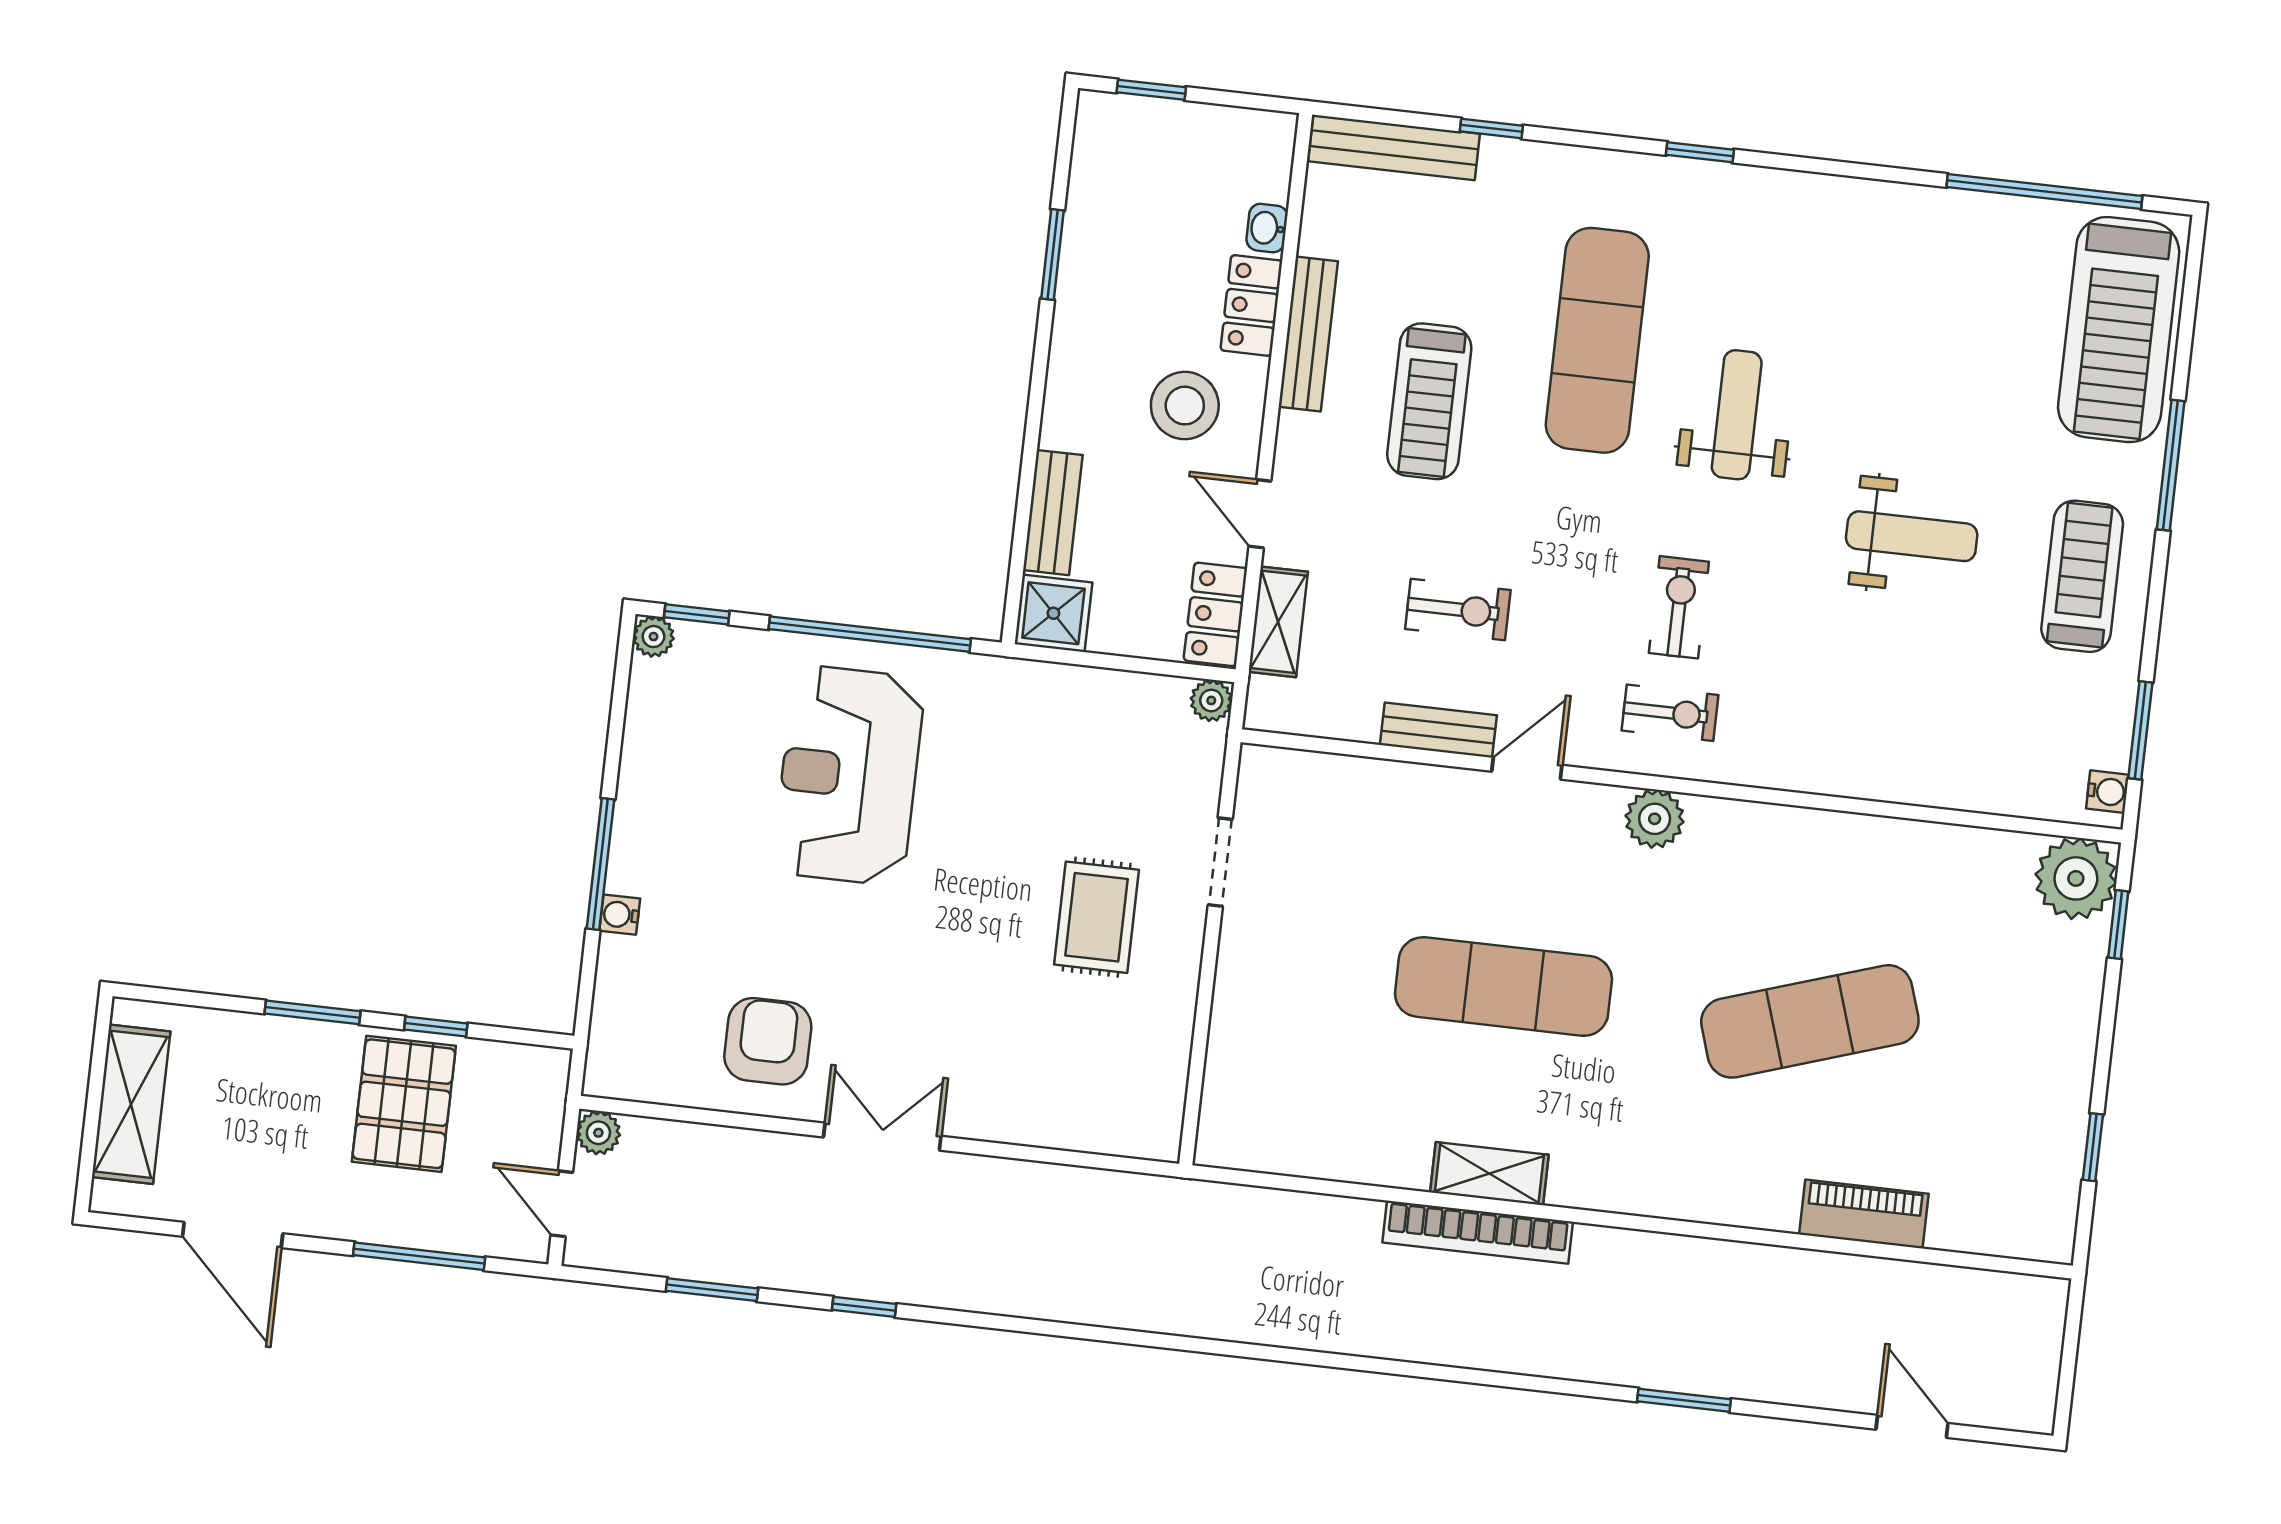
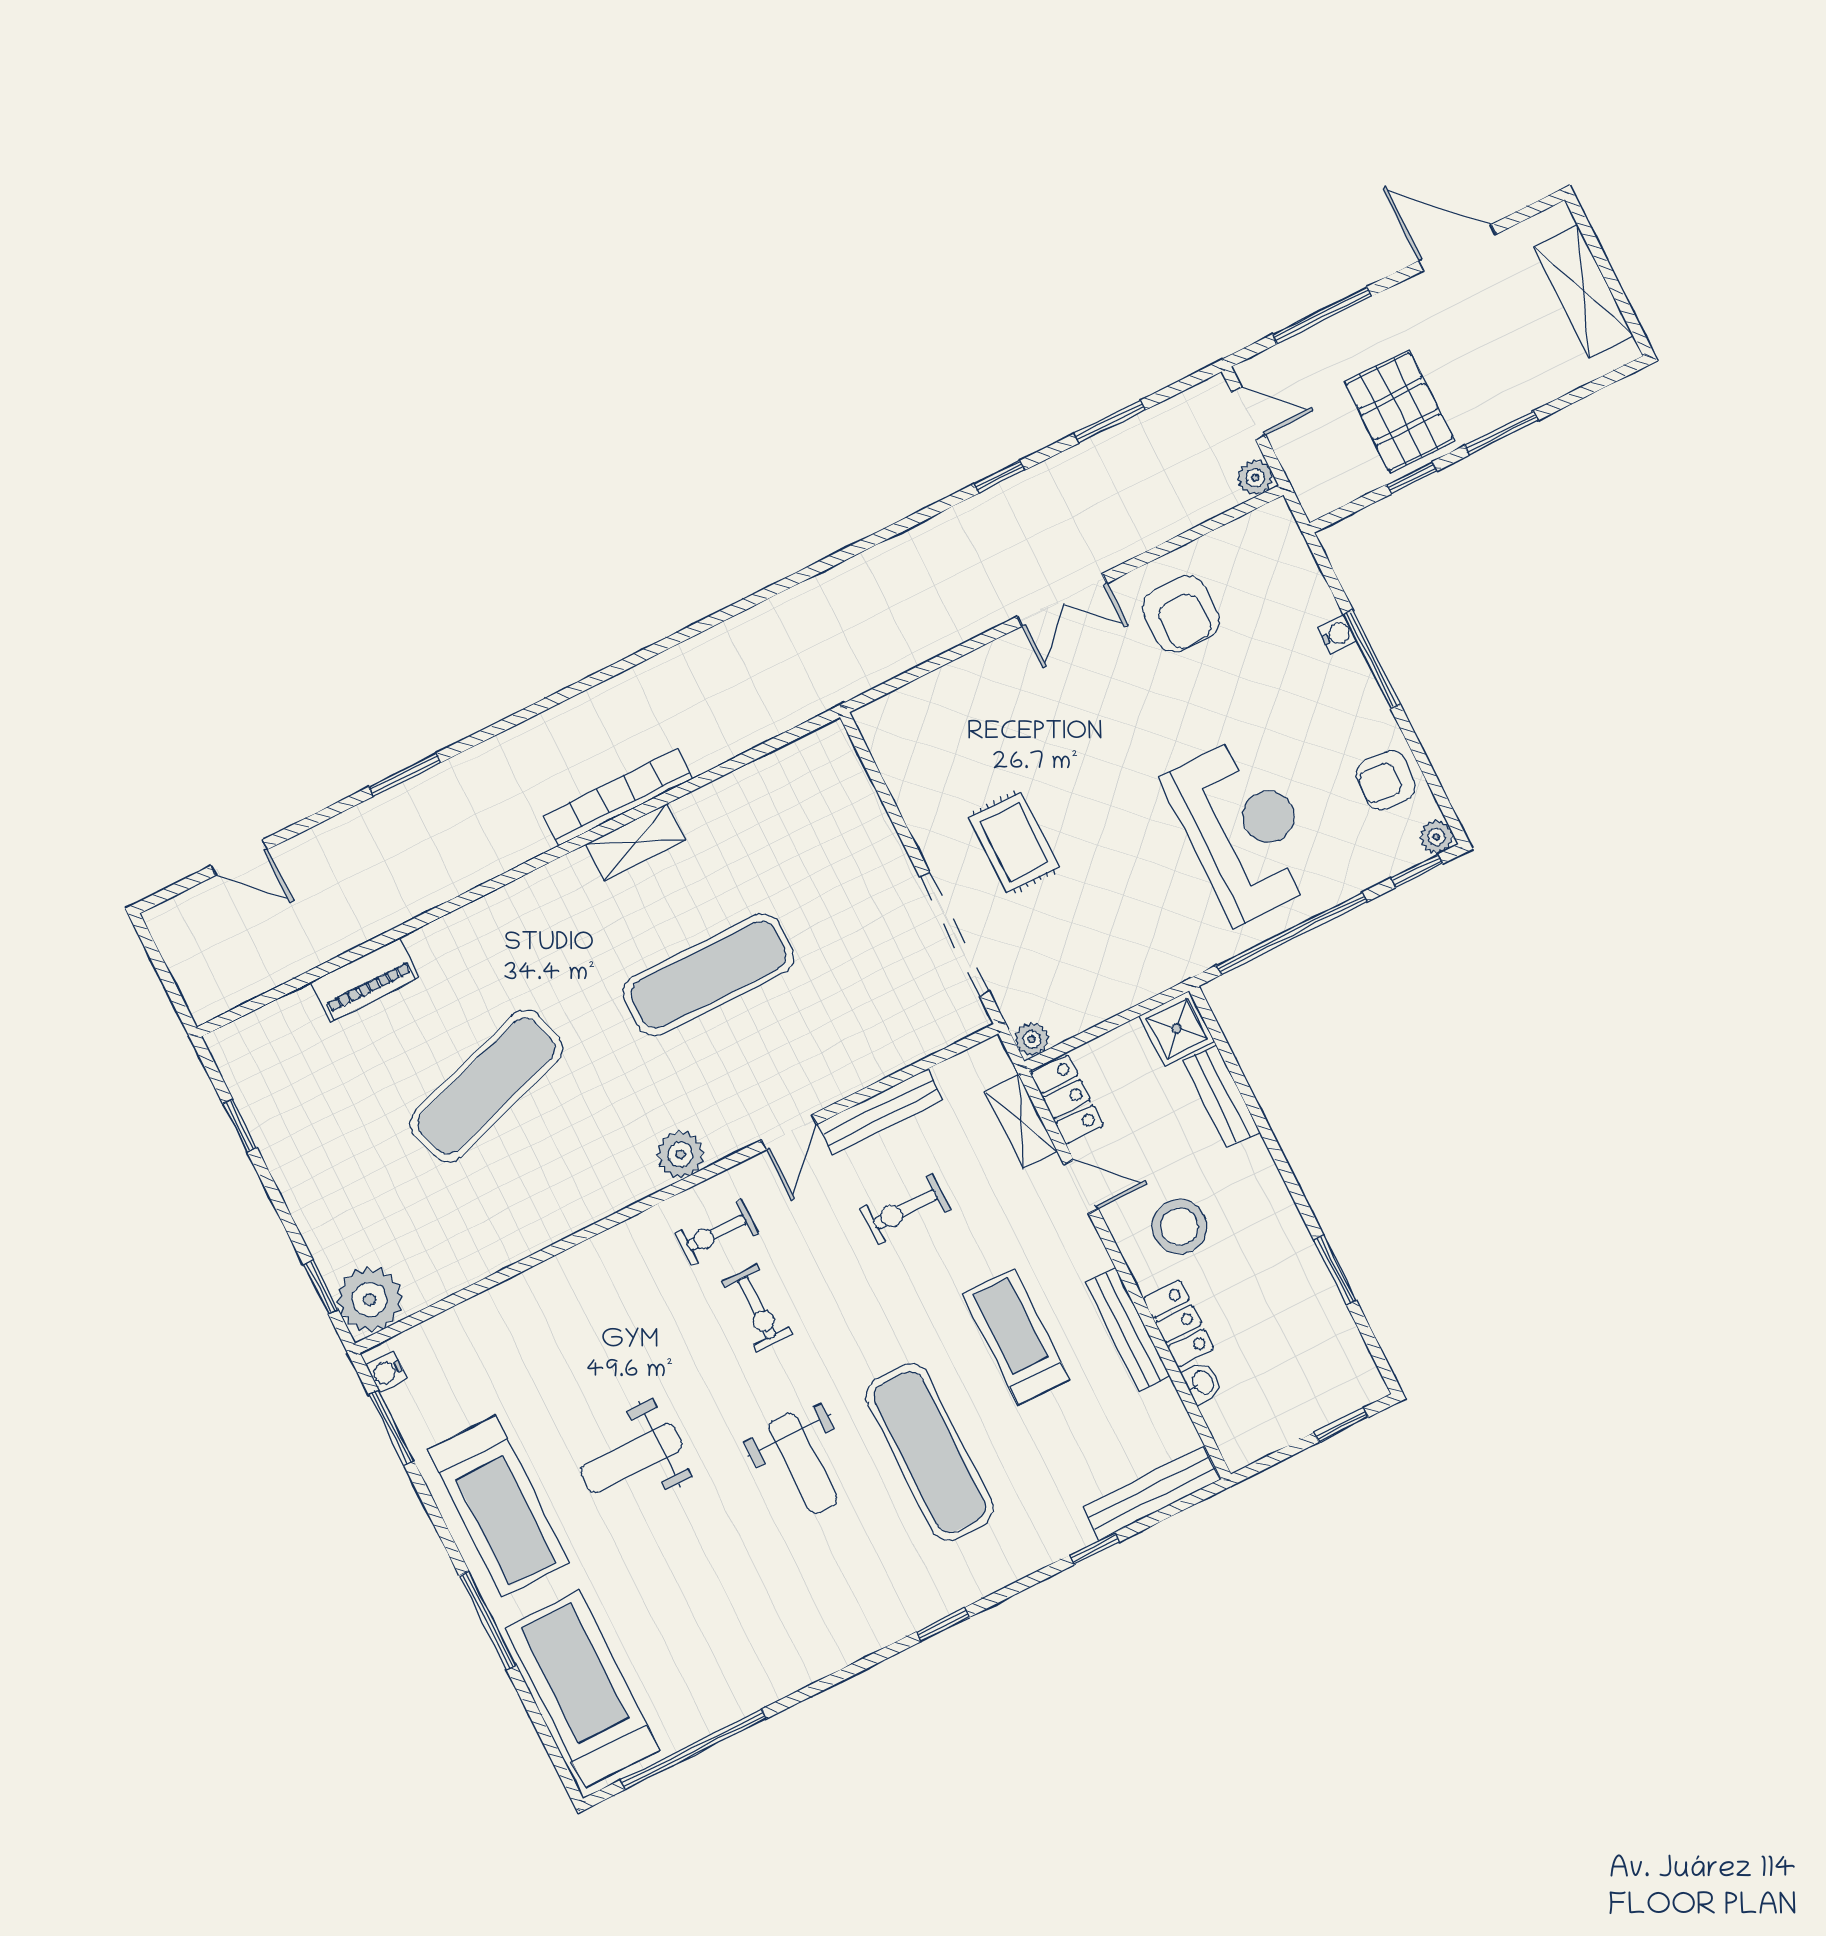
treadmill: (2082, 576) -> (498, 1506), width x1.37, depth x1.38
armchair: (668, 730) -> (1386, 780), added
bench: (1438, 730) -> (880, 1112), width x1.36
doorway: (1220, 862) -> (955, 934), width x1.88

